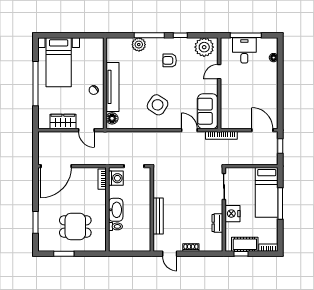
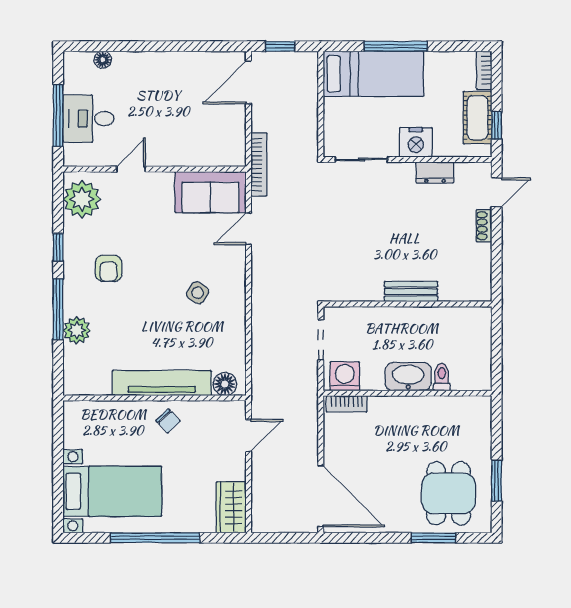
door: (219, 72) -> (131, 169), swing flipped
side table: (158, 105) -> (198, 293), width x0.54, depth x0.54
wardrobe: (63, 122) -> (231, 507), moved
bench: (158, 216) -> (411, 291), width x0.73
dining table: (75, 226) -> (449, 493), moved
door: (170, 254) -> (497, 192), moved

